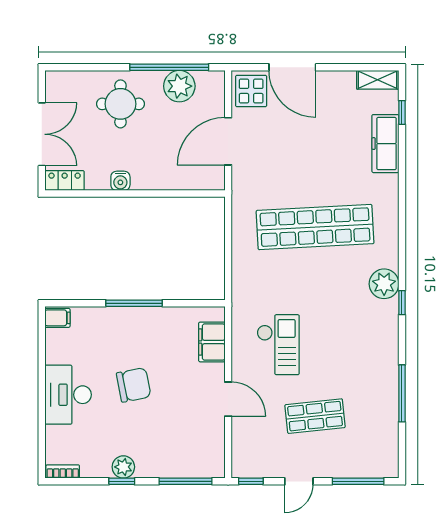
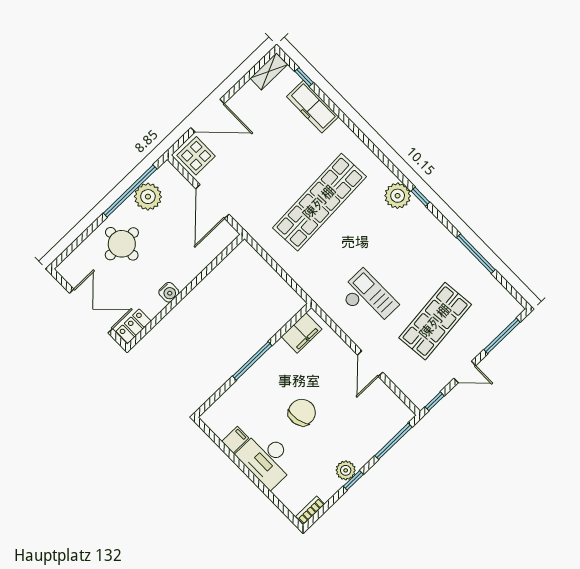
filing cabinet: (58, 318) -> (235, 440), moved
filing cabinet: (212, 342) -> (302, 333), moved, turned -90
door: (228, 399) -> (370, 364), swing flipped
shop shelf: (315, 416) -> (435, 321), width x1.43, depth x1.36
door: (299, 481) -> (465, 372), hinge flipped

